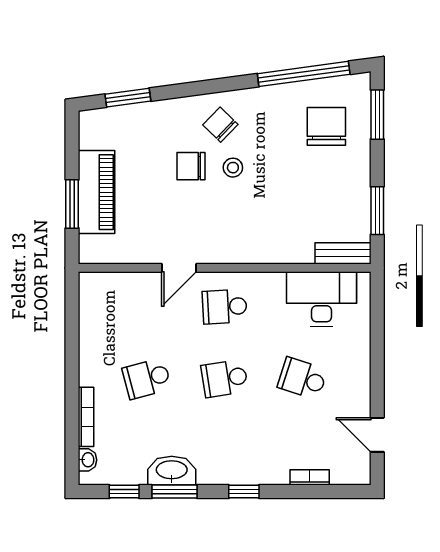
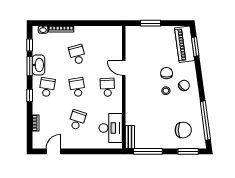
piano: (97, 192) -> (185, 44), moved, turned 82
window: (377, 211) -> (148, 151), width x1.44
school desk: (225, 450) -> (47, 87), added

